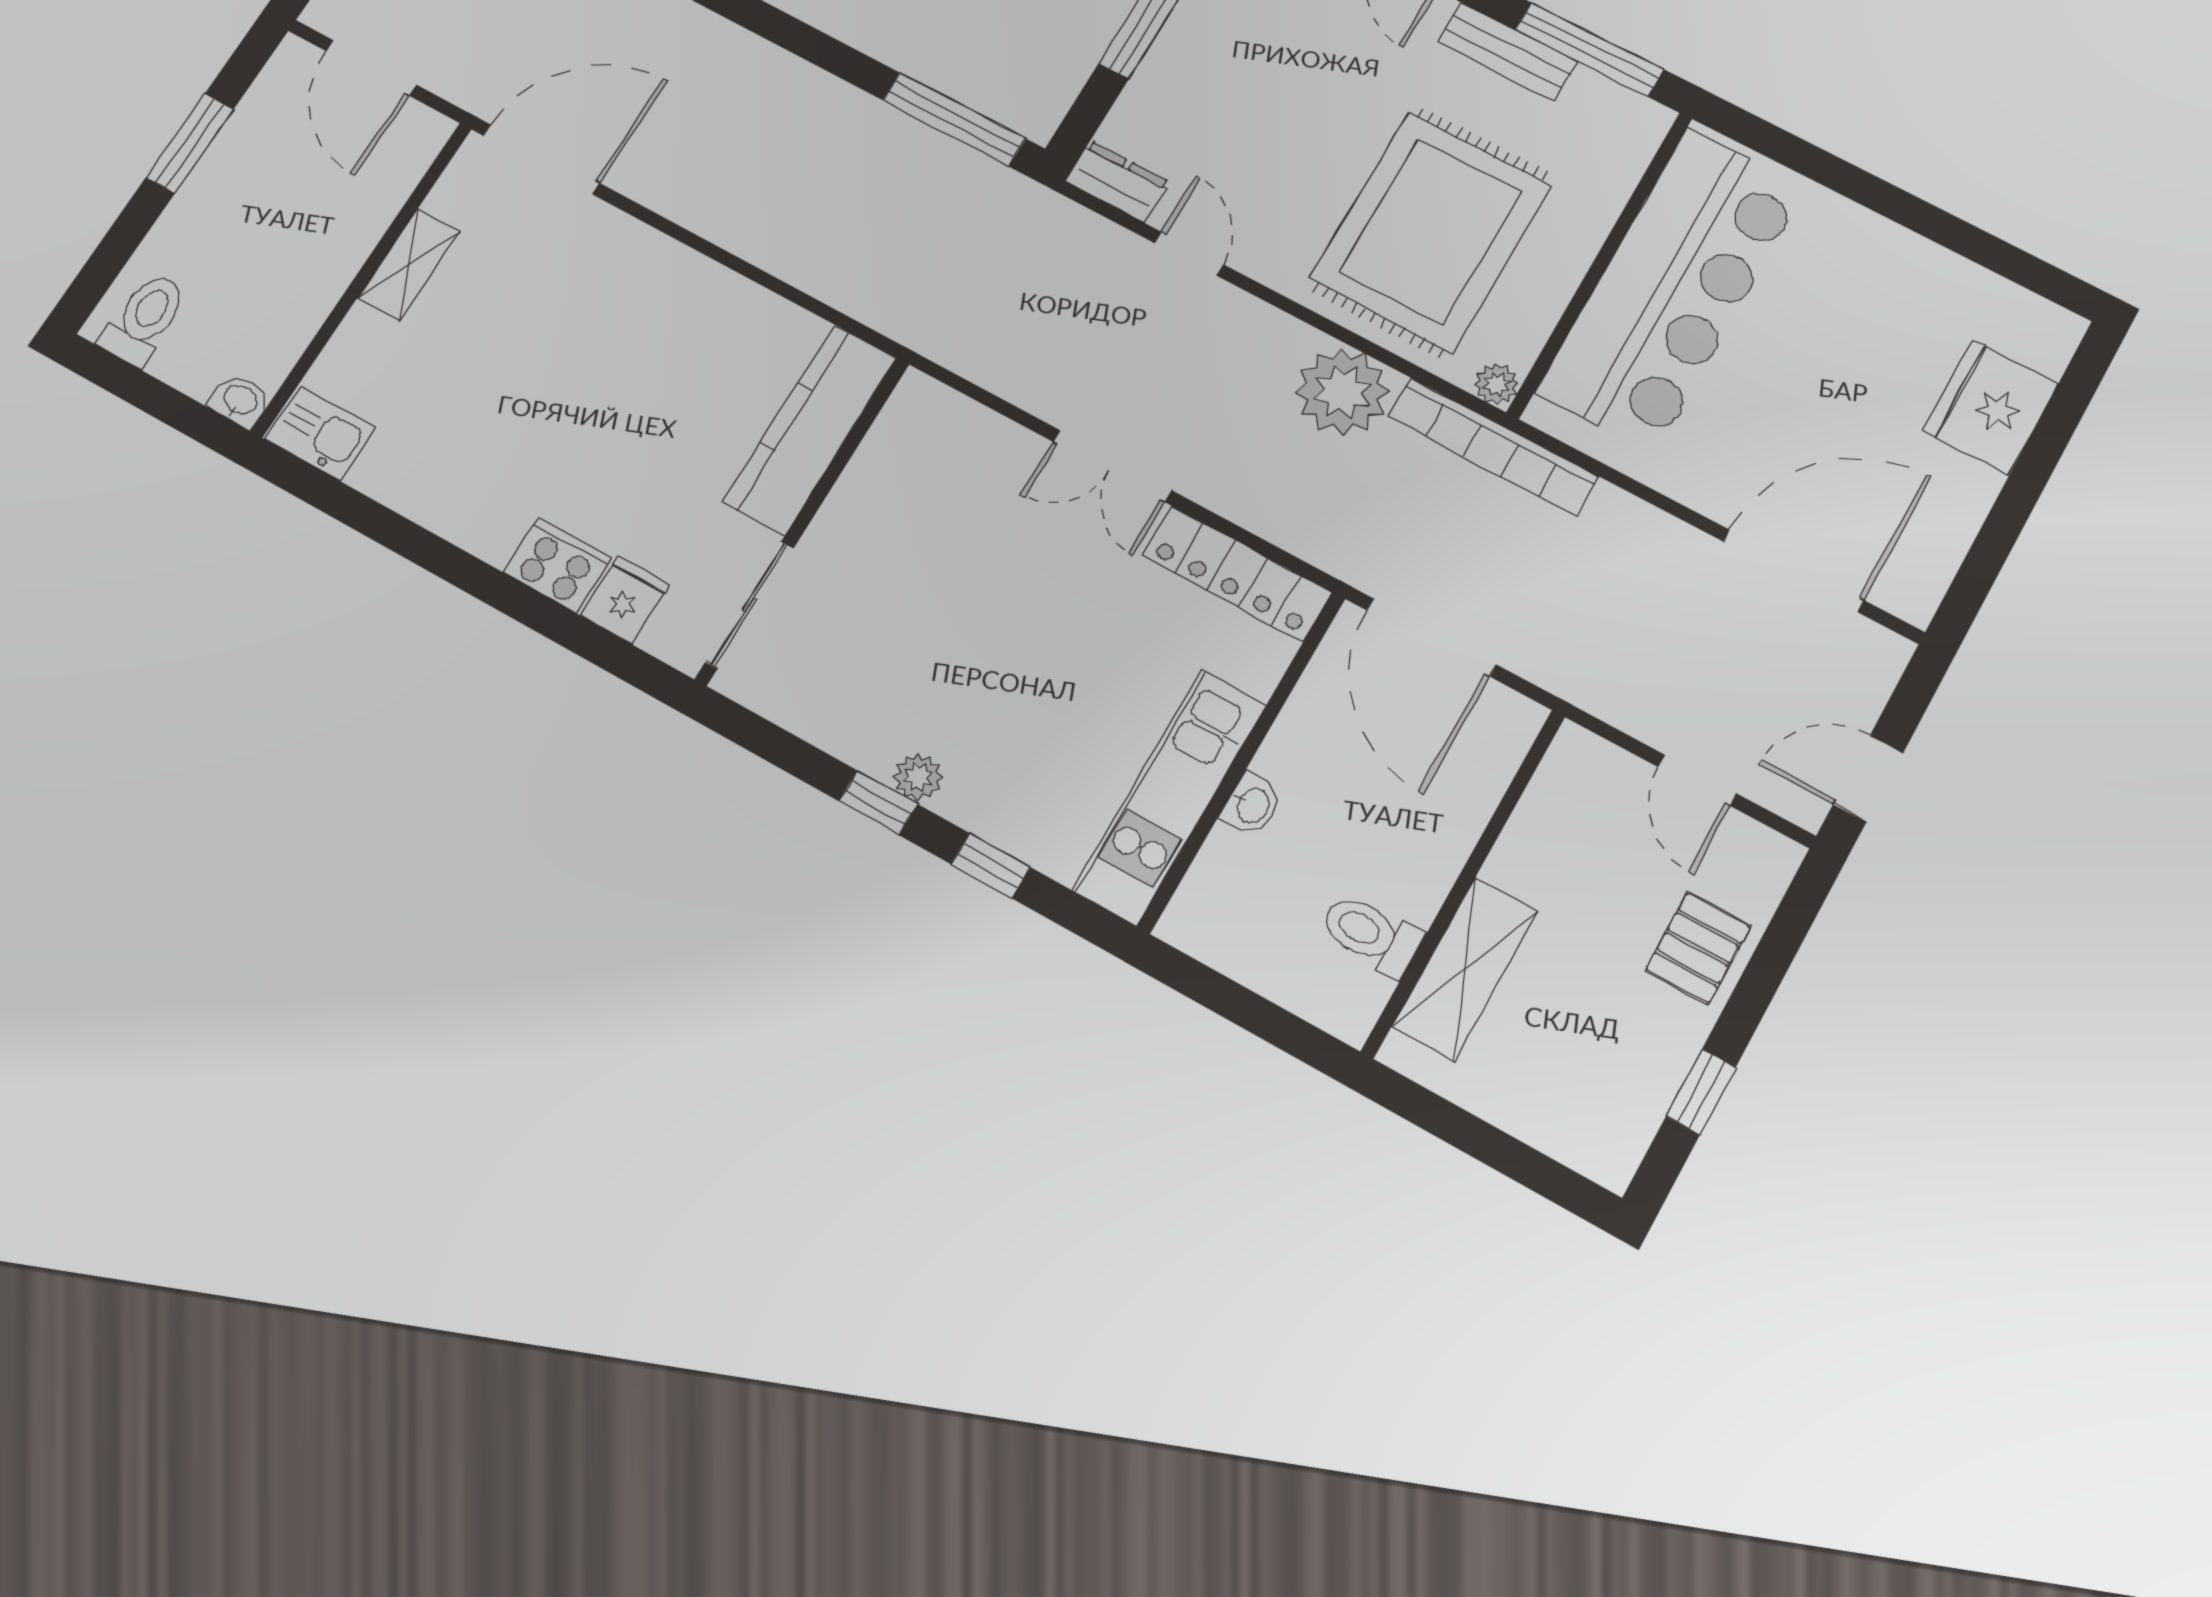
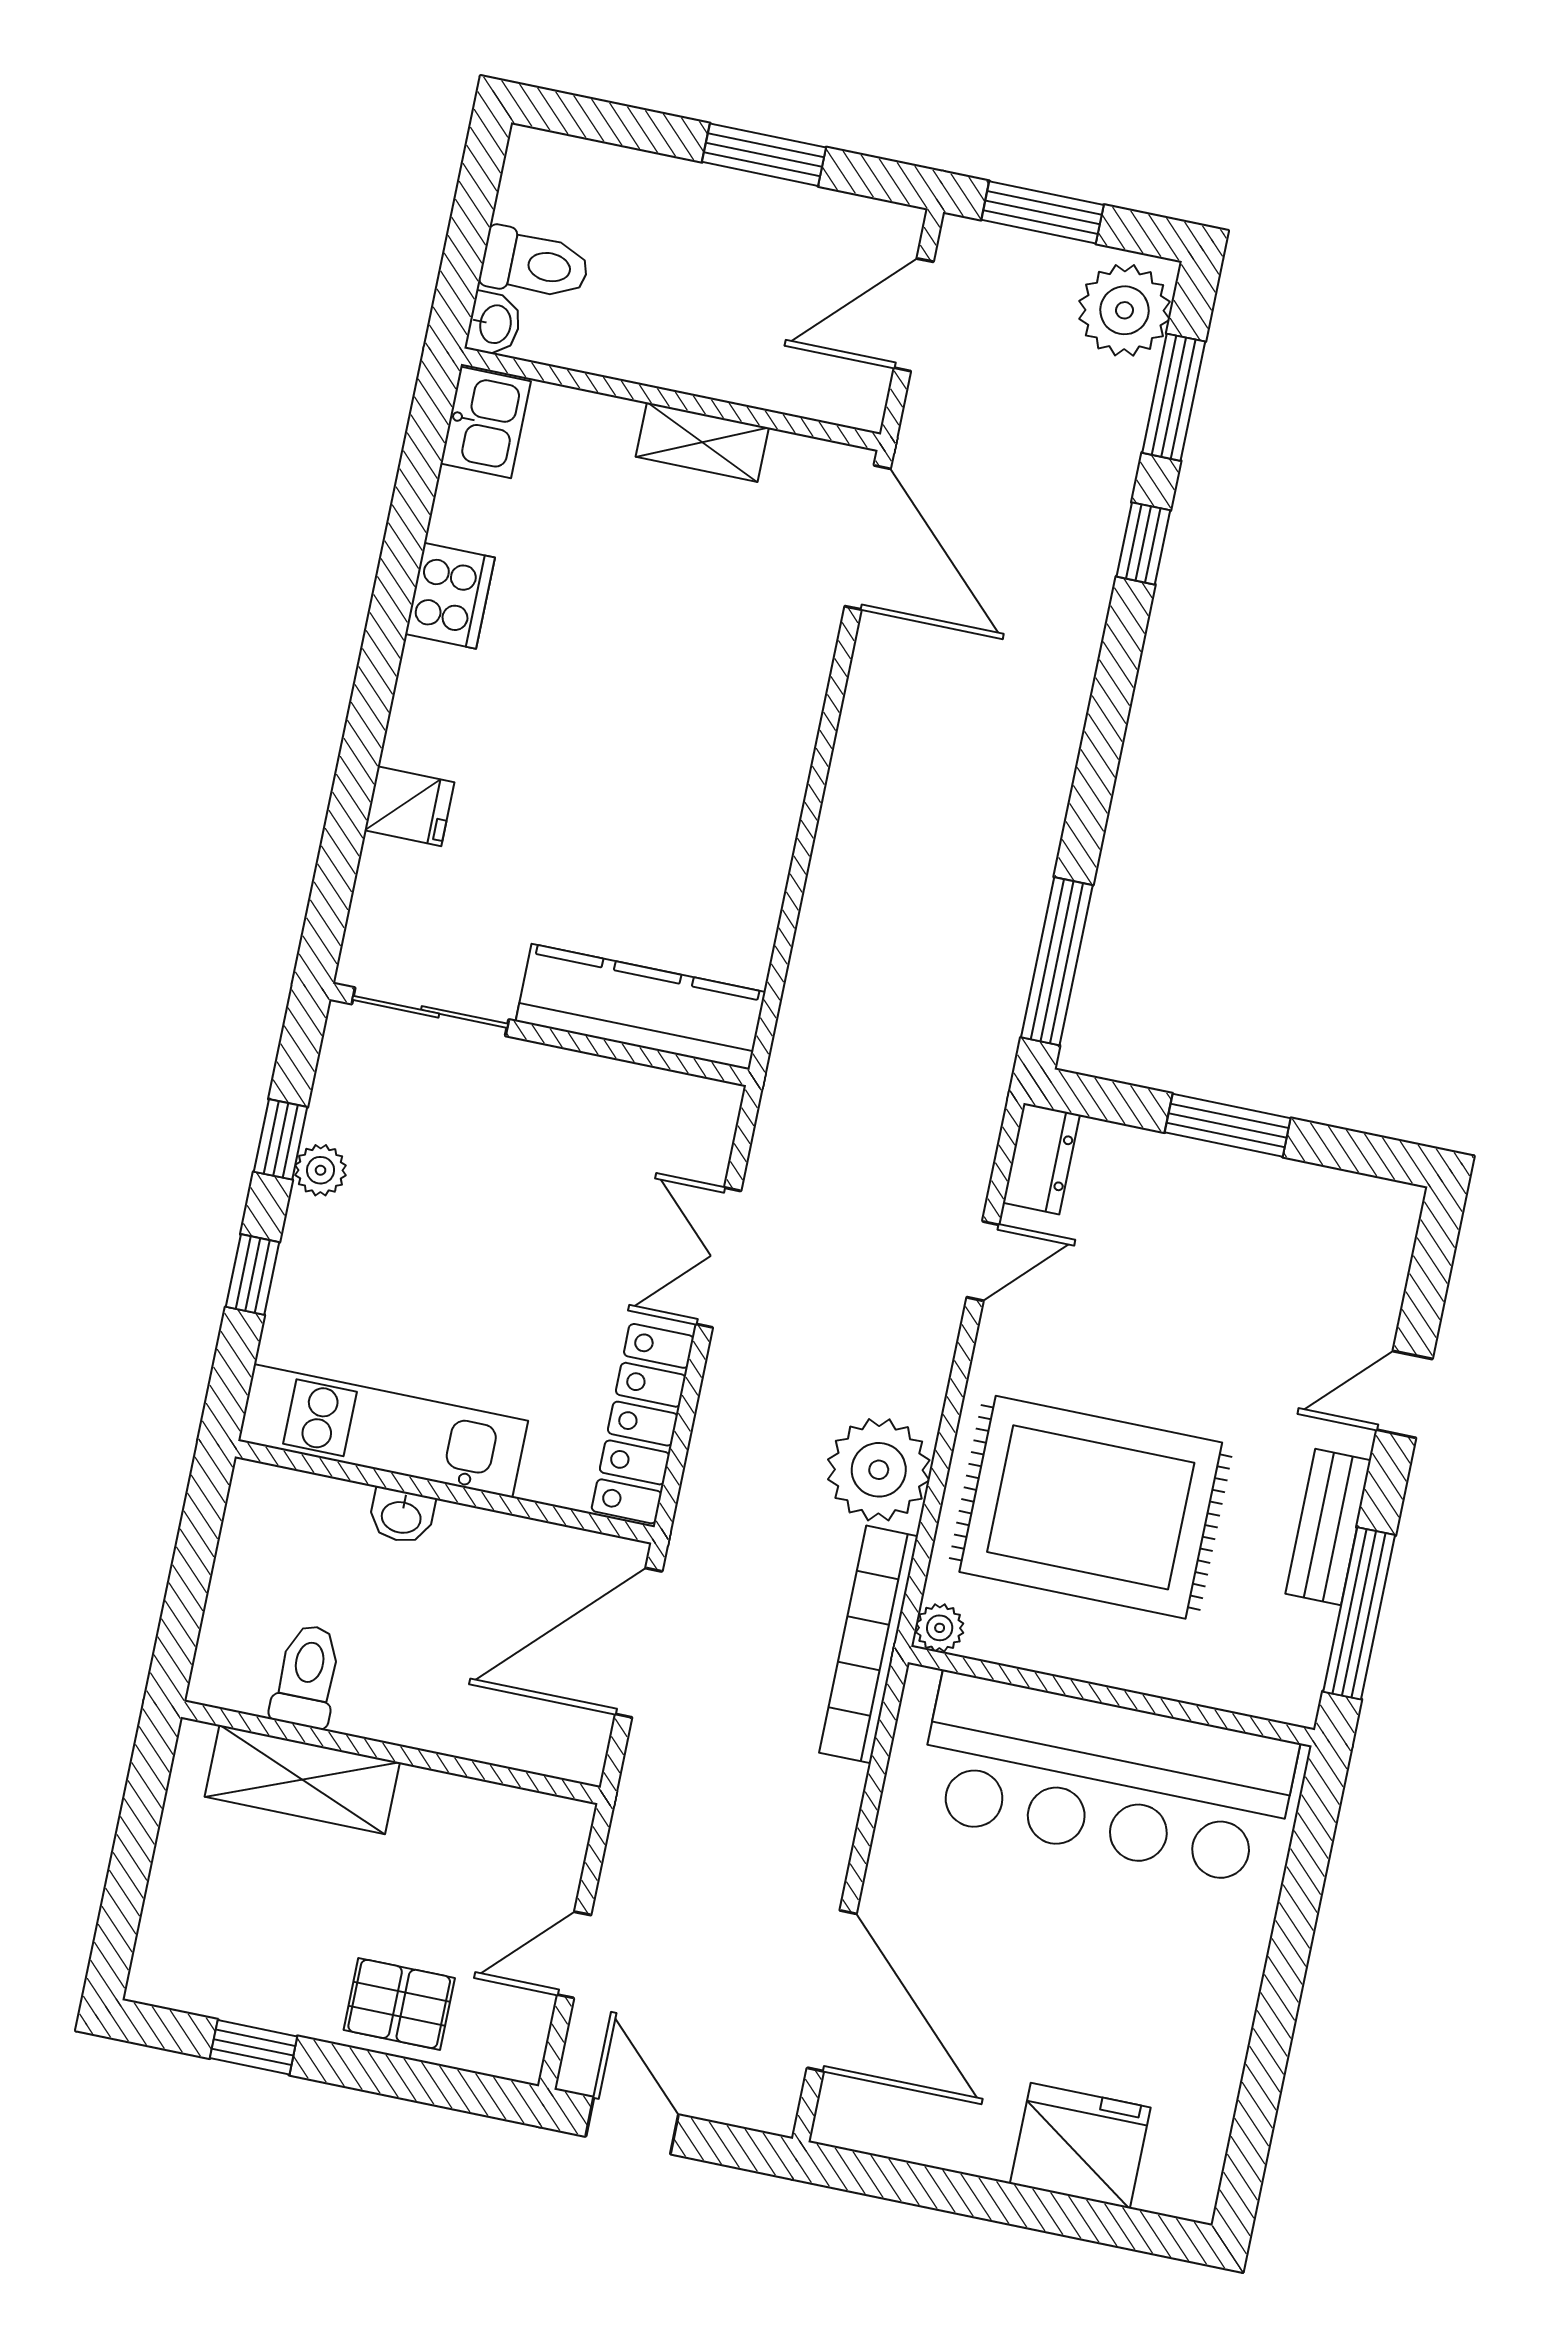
toilet: (144, 319) -> (535, 264), moved
kitchen counter: (810, 430) -> (641, 1007), moved
wall: (803, 520) -> (539, 1034), moved
cooker: (557, 565) -> (450, 596), moved
sliding door: (750, 605) -> (430, 1012), moved

